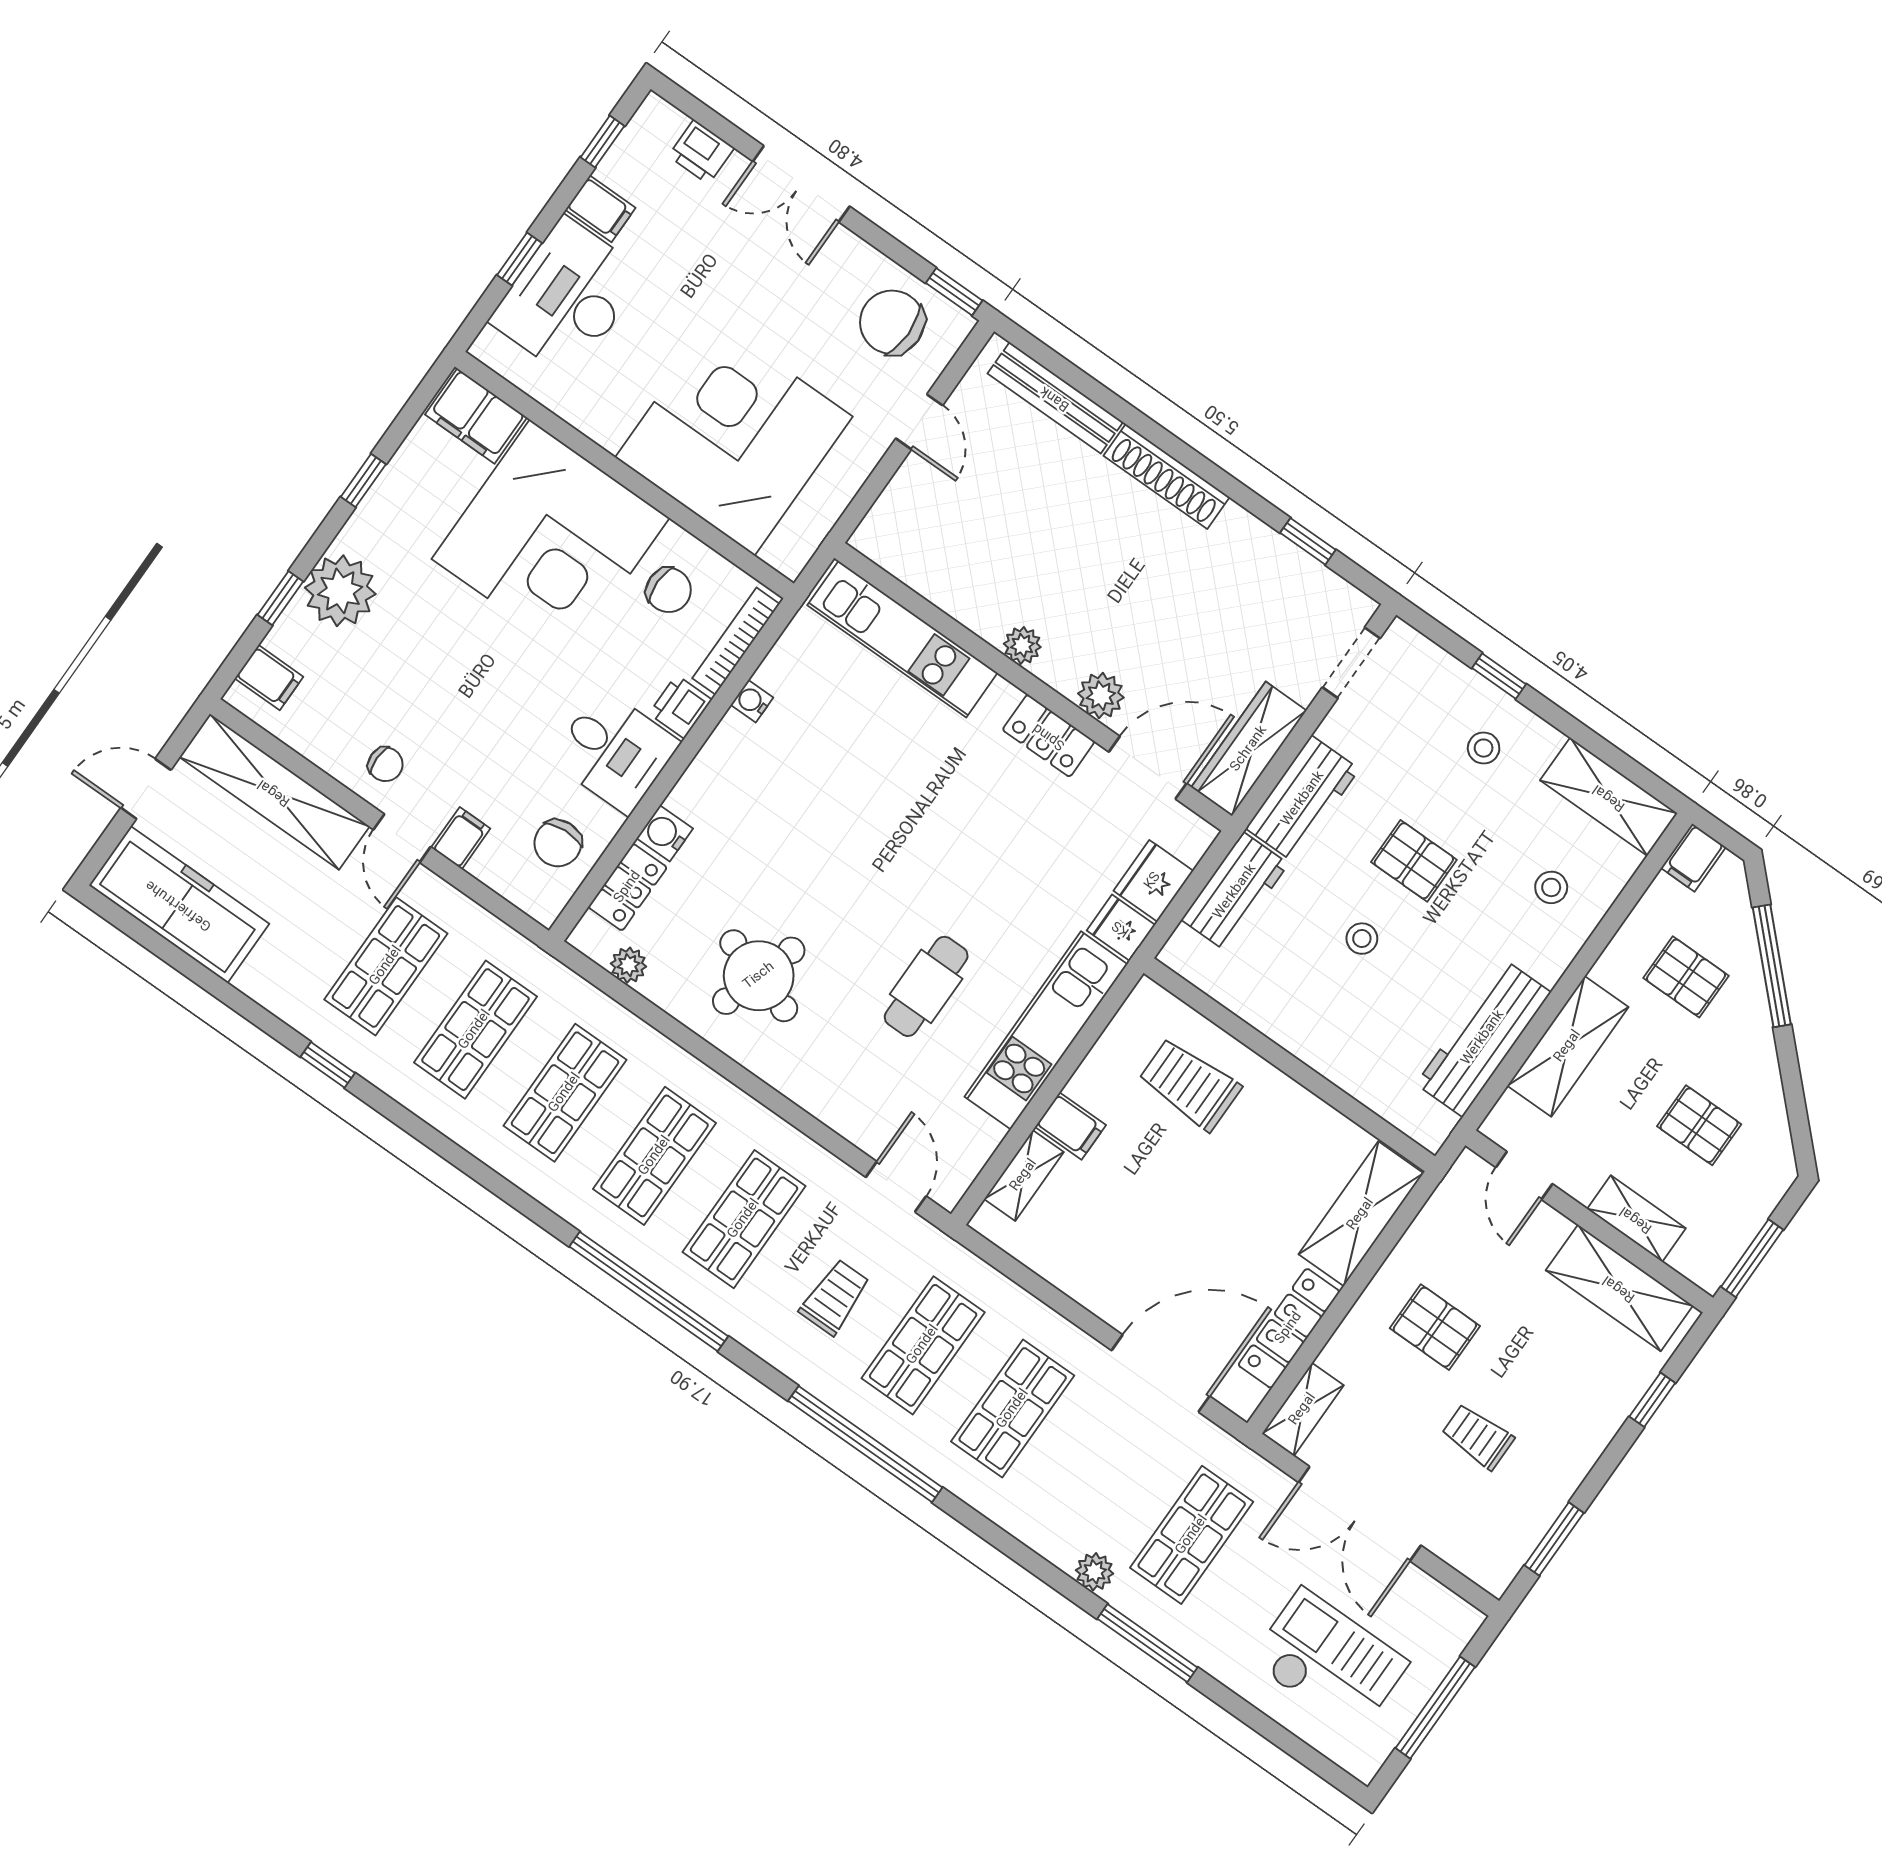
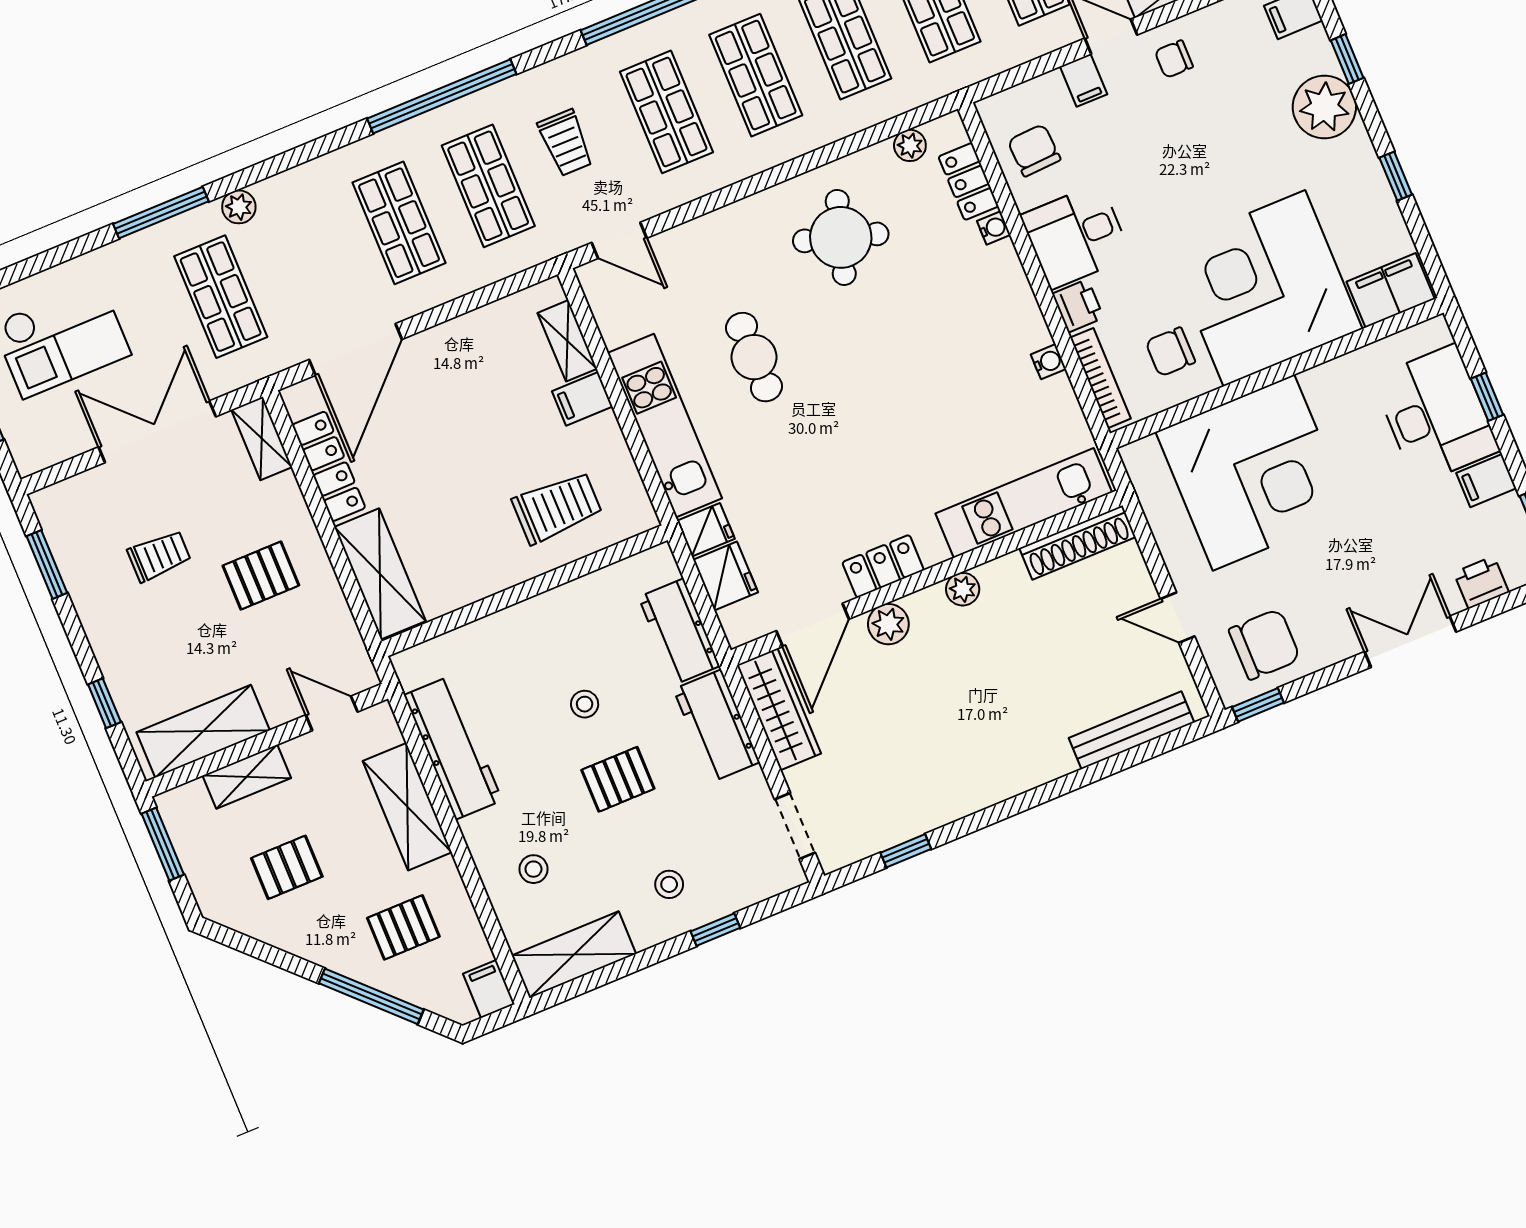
shoe rack: (1167, 477) -> (1077, 543), moved, turned 180
water cooler: (665, 833) -> (994, 228), width x0.72, depth x0.72

